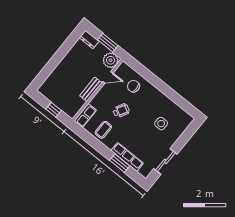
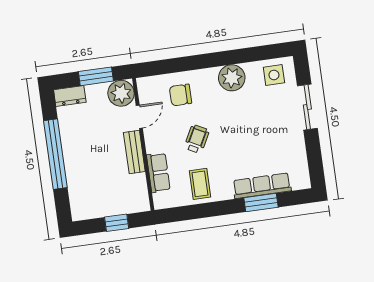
window: (59, 56) -> (55, 154), added
plant: (161, 101) -> (232, 78), added
row of seats: (85, 115) -> (158, 173), moved
side table: (161, 124) -> (274, 75), moved
sliding door: (165, 161) -> (307, 107), moved

